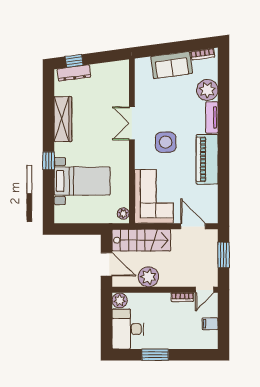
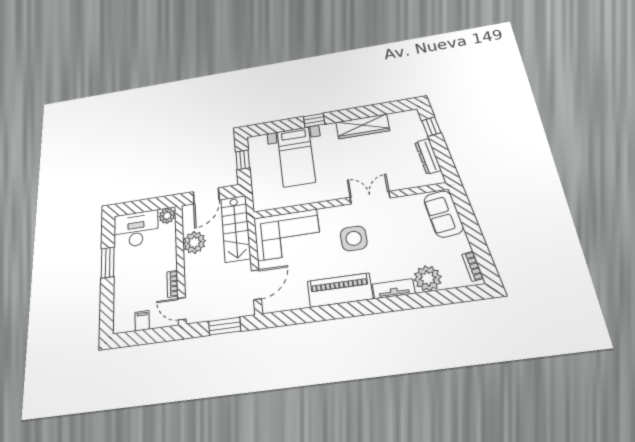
sofa: (172, 65) -> (443, 214), moved
dresser: (74, 73) -> (428, 156), moved
plant: (123, 213) -> (264, 204), removed
window: (77, 229) -> (243, 160), added

